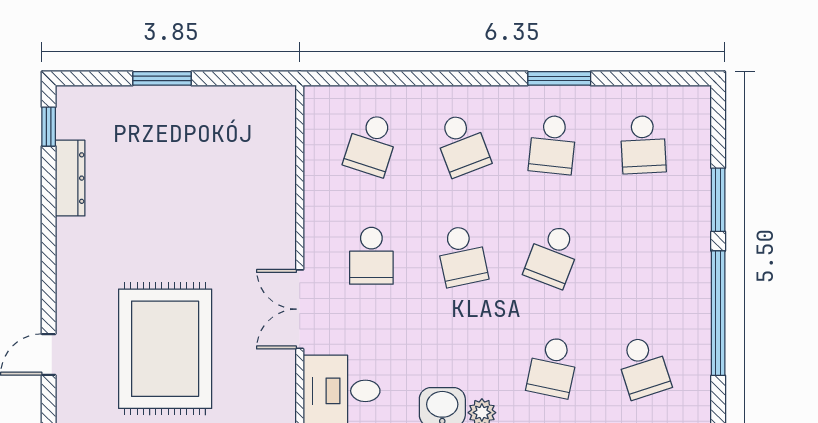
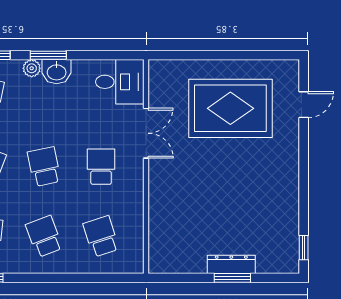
school desk: (371, 144) -> (101, 236), turned -36
dresser: (70, 178) -> (231, 264), moved, turned 90
rug: (165, 349) -> (230, 108), turned 90

